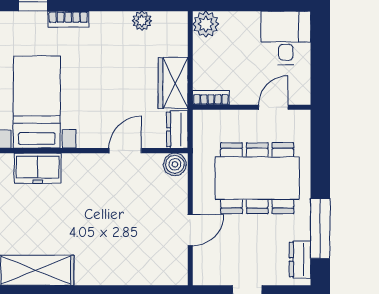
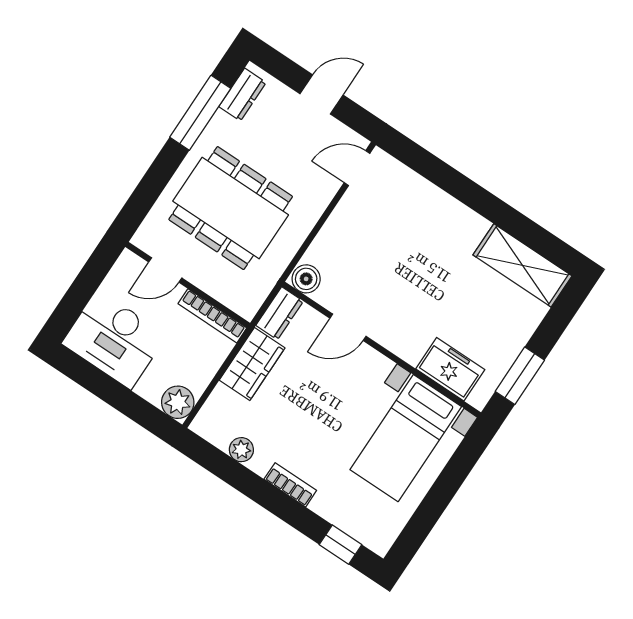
bookcase: (68, 19) -> (290, 485), moved
desk: (286, 38) -> (114, 339), width x1.37
bookcase: (211, 98) -> (212, 316), width x1.56
door: (190, 230) -> (357, 168), moved

